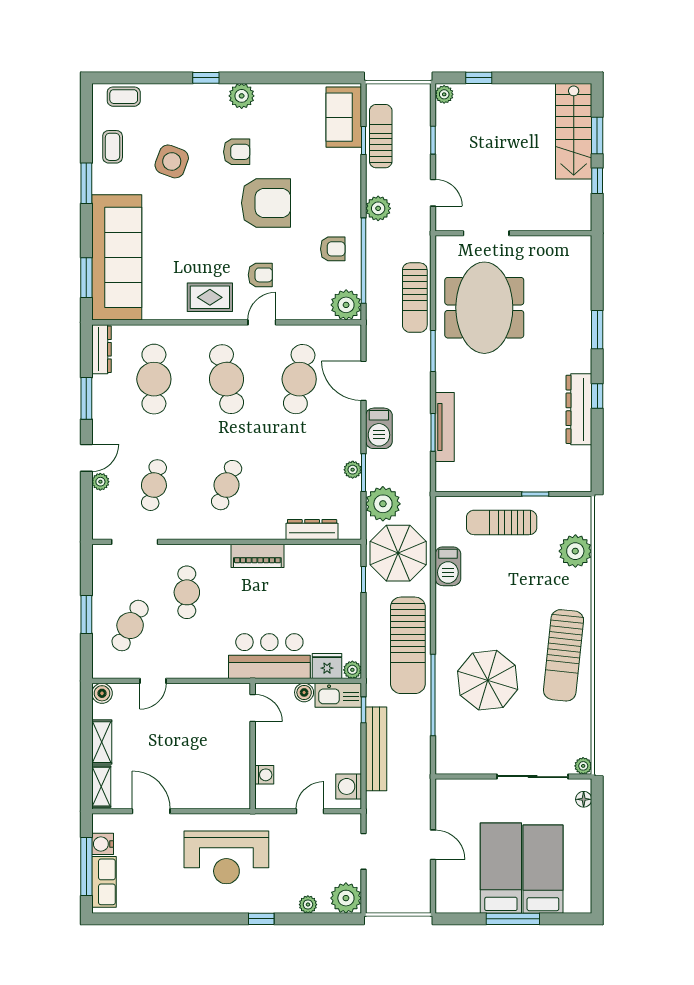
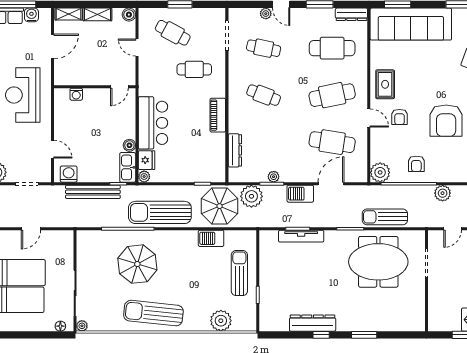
door: (253, 708) -> (119, 87), moved
wall: (253, 746) -> (95, 87), moved
washing machine: (264, 775) -> (76, 94), moved

